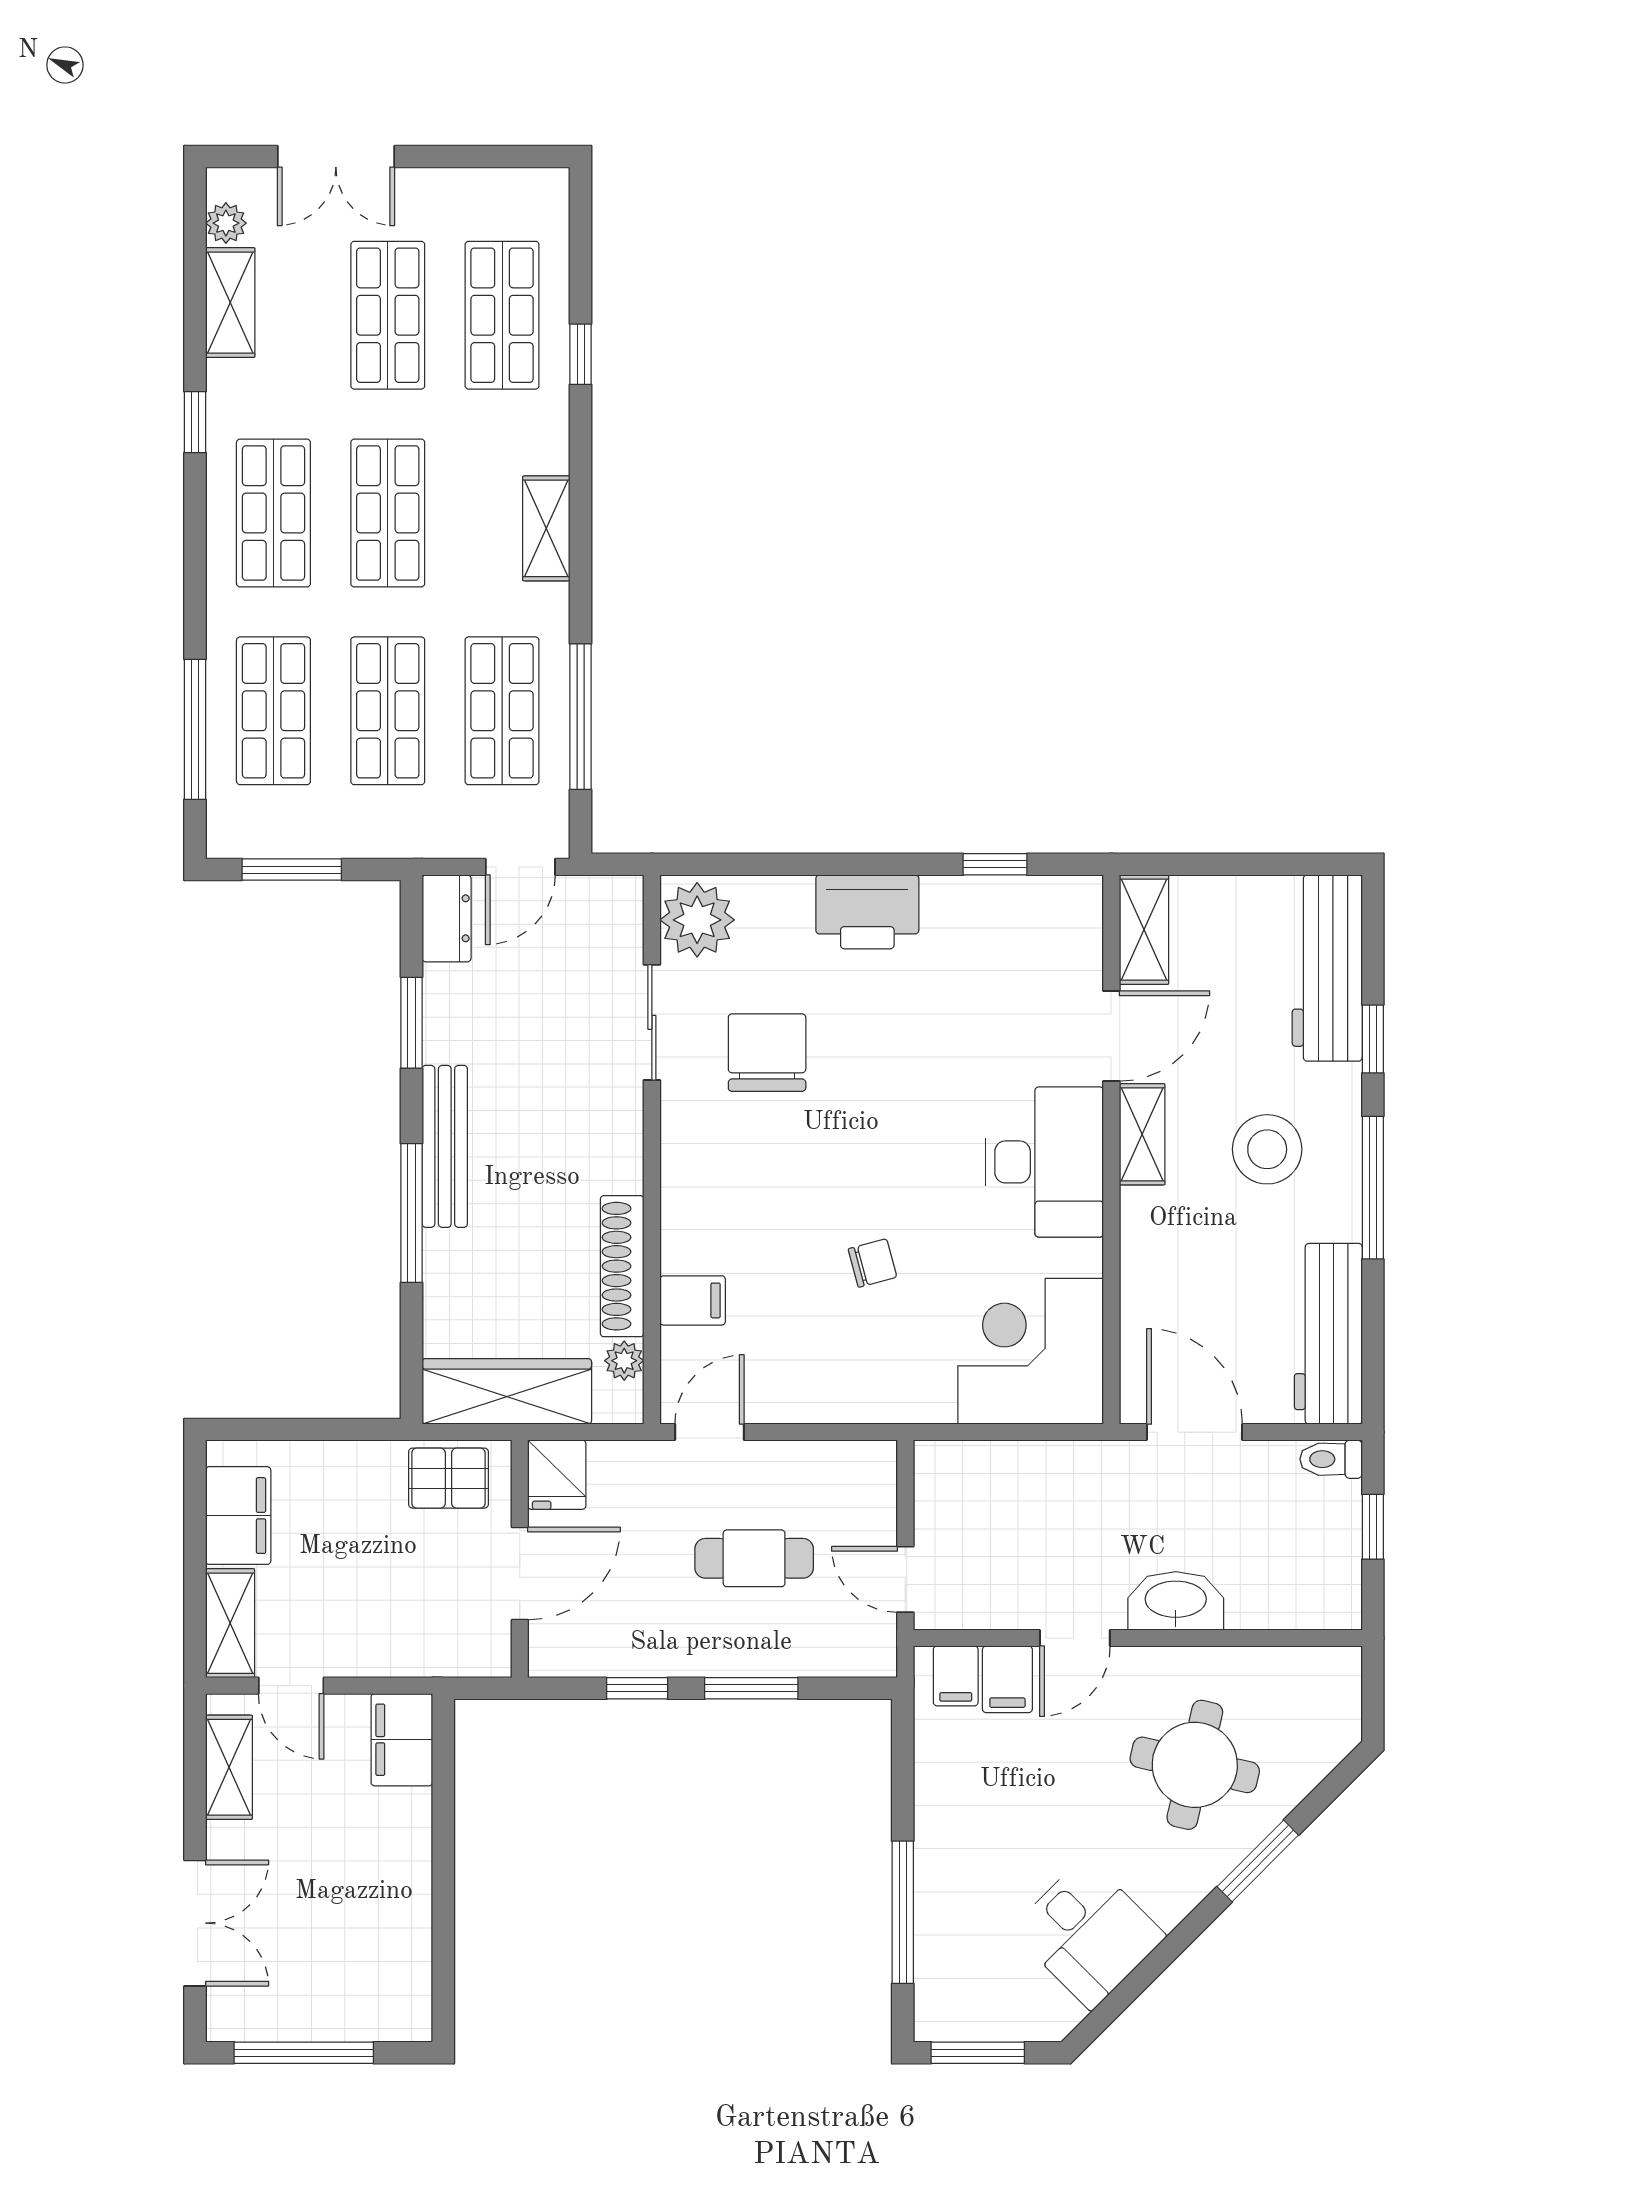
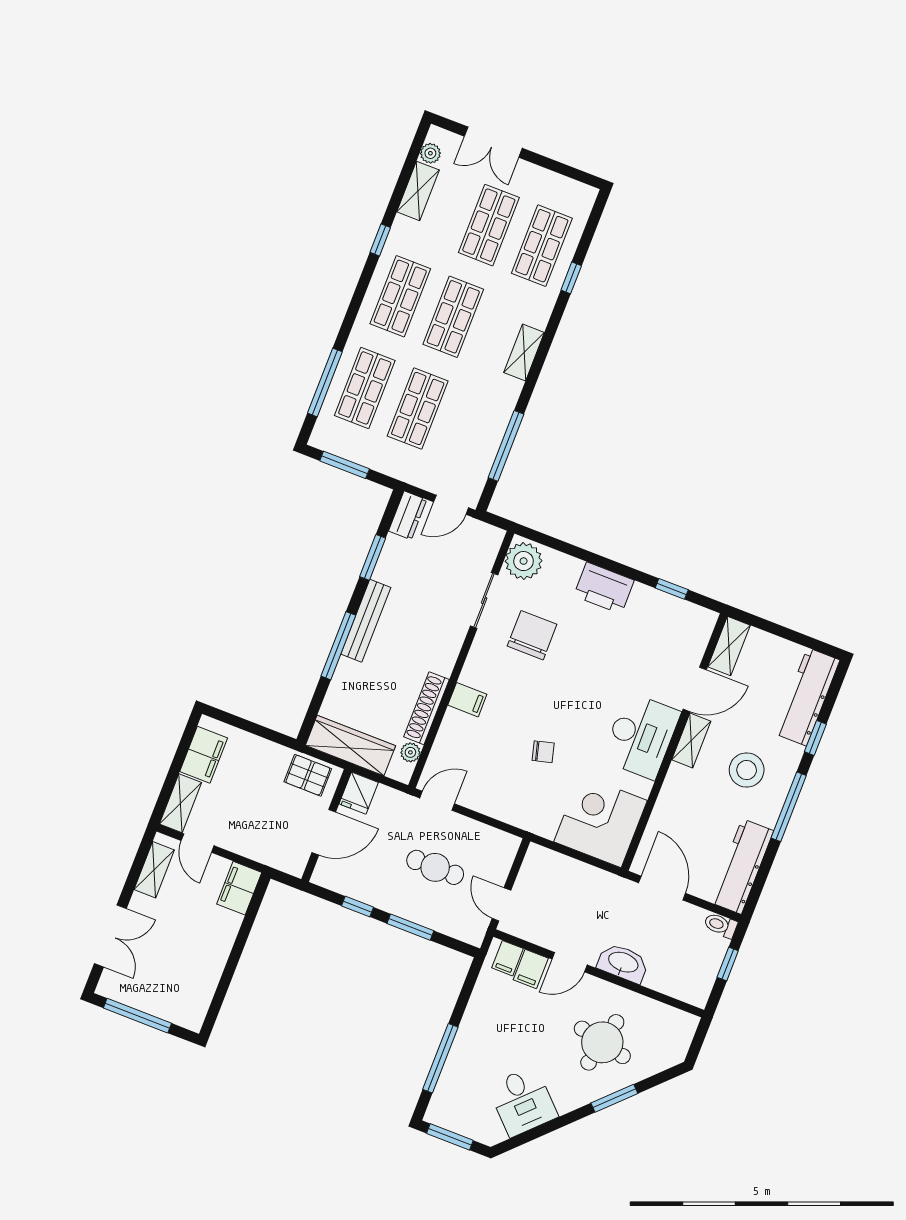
shop shelf: (502, 711) -> (471, 429), removed
filing cabinet: (693, 1300) -> (467, 700), moved

